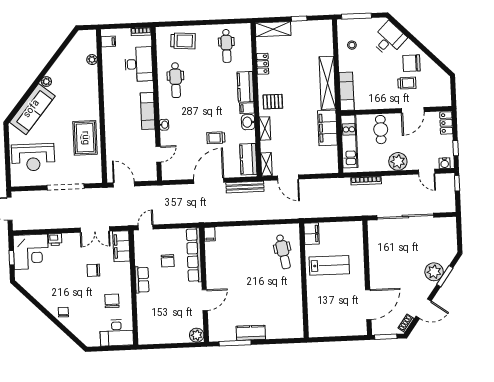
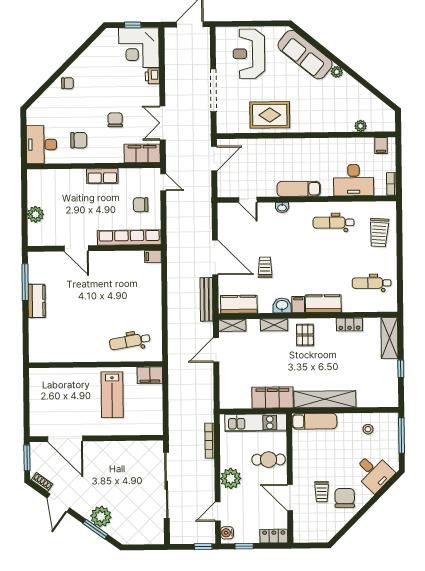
chair: (168, 261) -> (141, 205), moved
plant: (197, 335) -> (36, 214), moved

